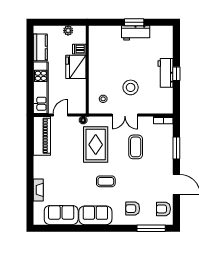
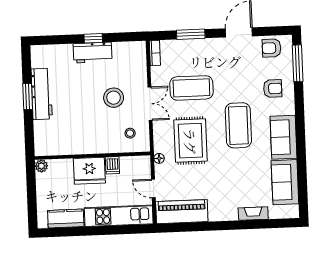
plant: (68, 31) -> (41, 166), moved
workbench: (136, 33) -> (42, 94), width x1.37
dishwasher: (79, 49) -> (112, 165), moved
rug: (96, 145) -> (190, 141), turned 90
coffee table: (136, 147) -> (191, 88), width x1.36, depth x1.32
coffee table: (106, 181) -> (238, 125), width x1.86, depth x1.72
armchair: (133, 209) -> (273, 89), turned -90
armchair: (163, 209) -> (272, 48), turned 90

